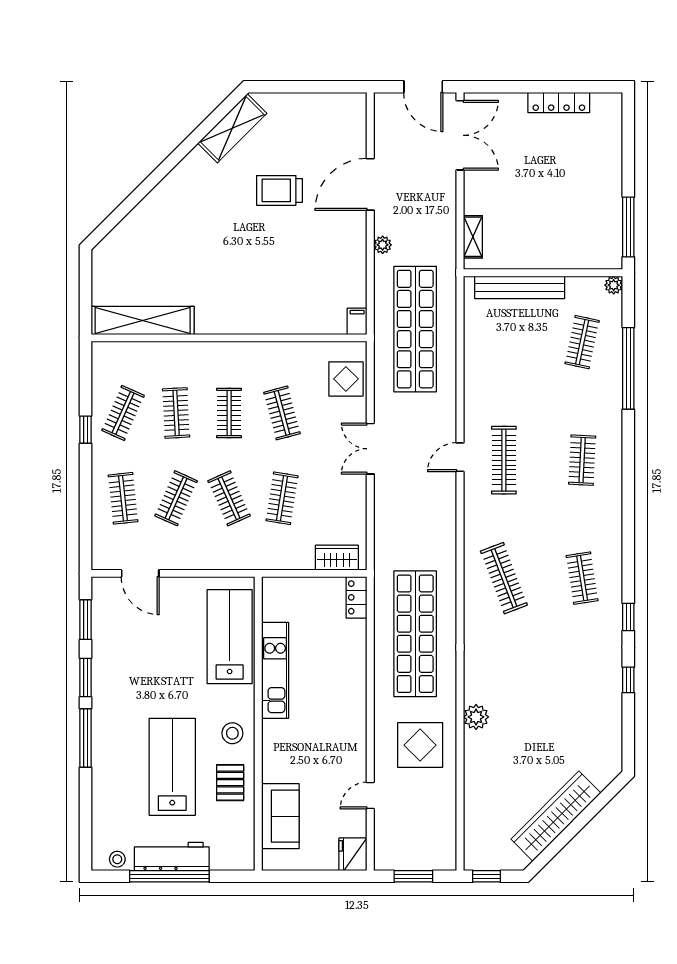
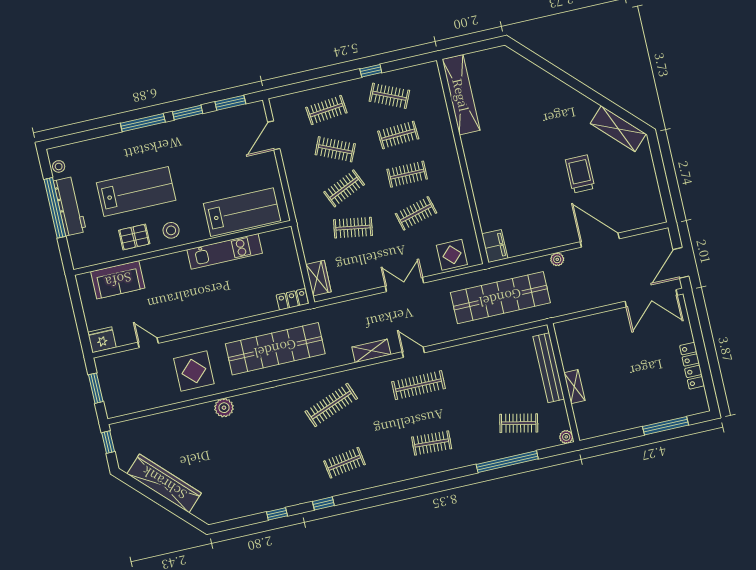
window: (628, 227) -> (665, 426), moved
shelving: (473, 237) -> (574, 387), moved, turned 90
filing cabinet: (357, 321) -> (495, 246), width x2.00
shelving: (446, 511) -> (371, 351), added

